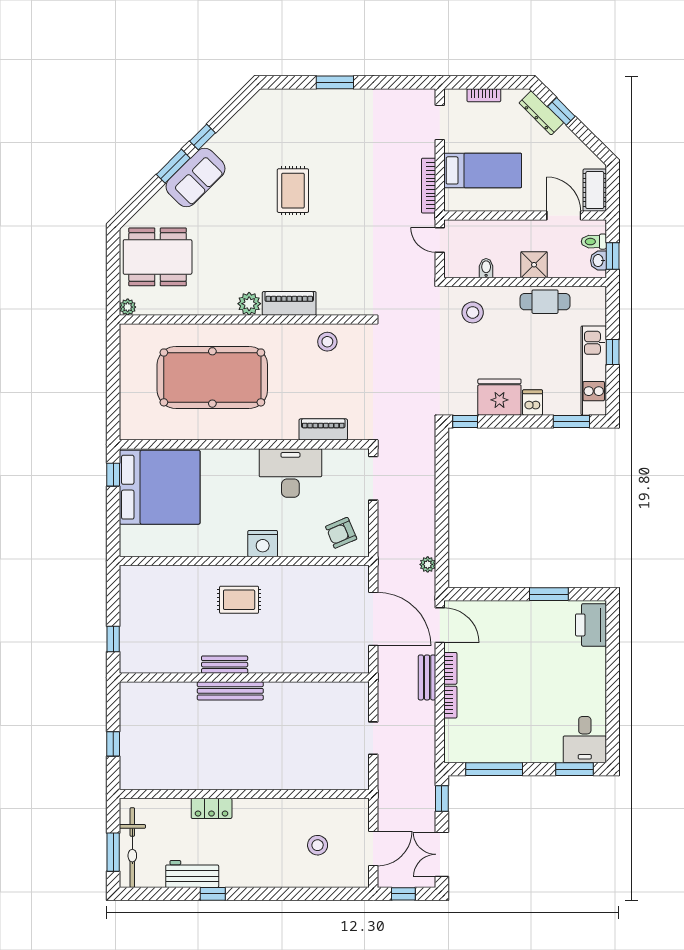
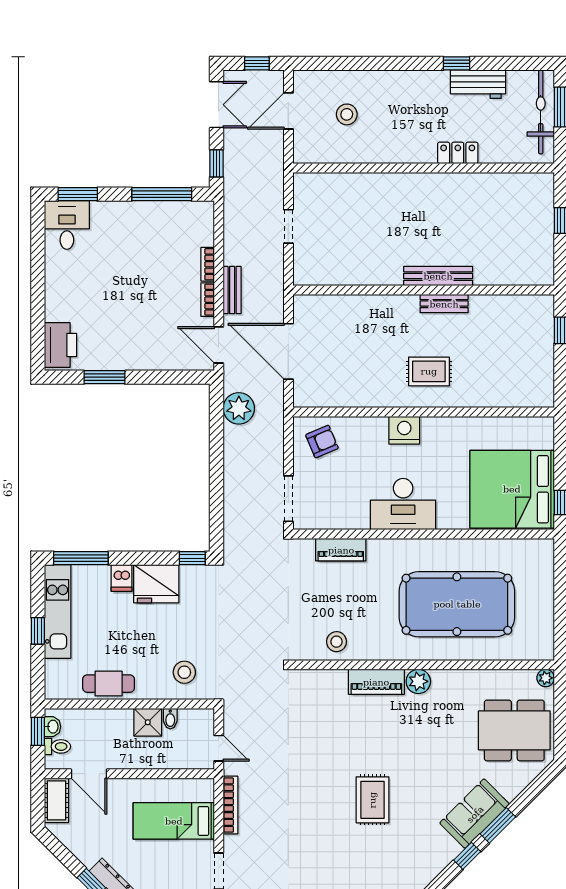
shower: (534, 265) -> (148, 722), moved
window: (571, 421) -> (81, 558), width x1.44
desk: (290, 473) -> (403, 504), moved
plant: (428, 564) -> (239, 408), width x1.88, depth x1.88

